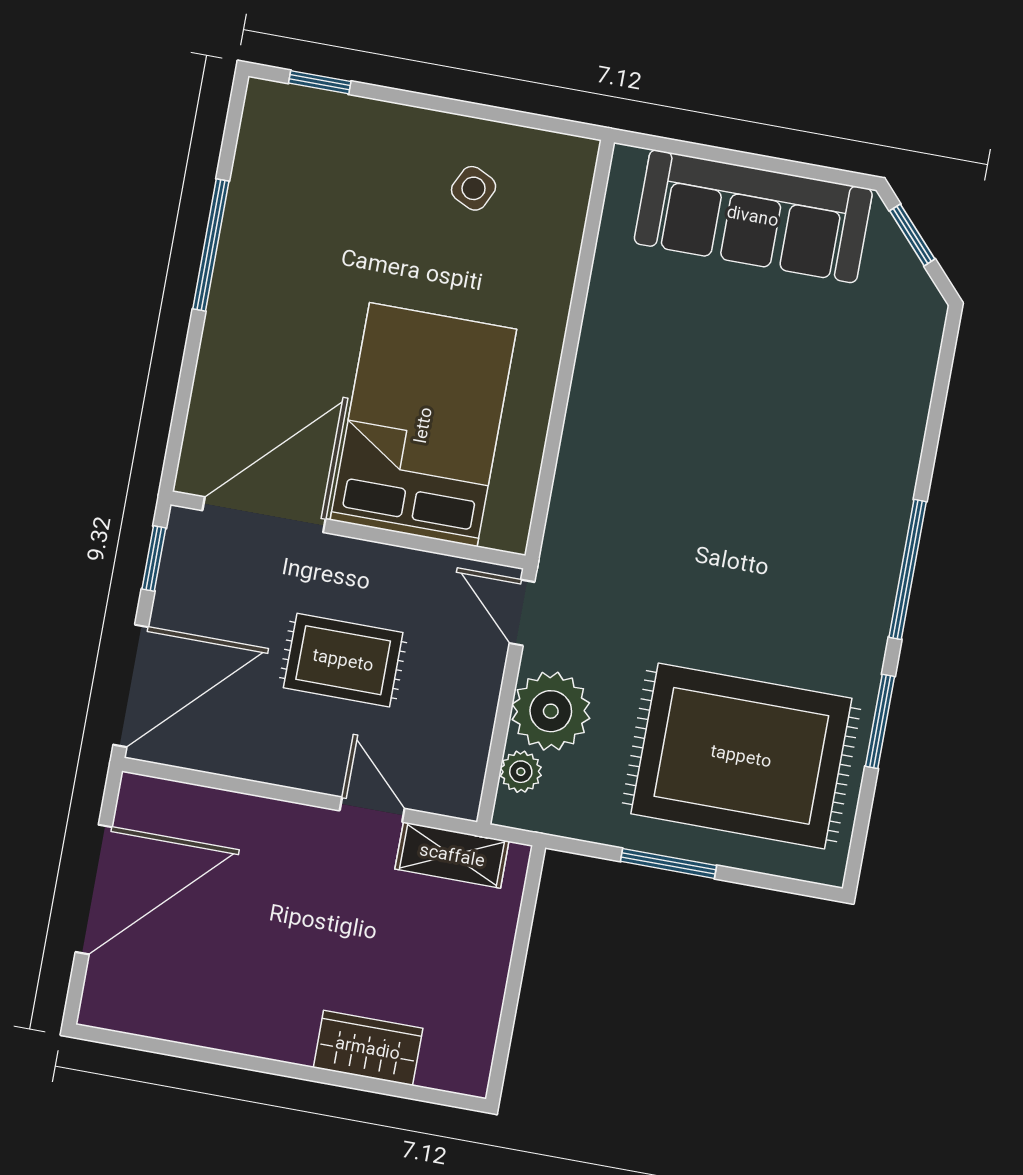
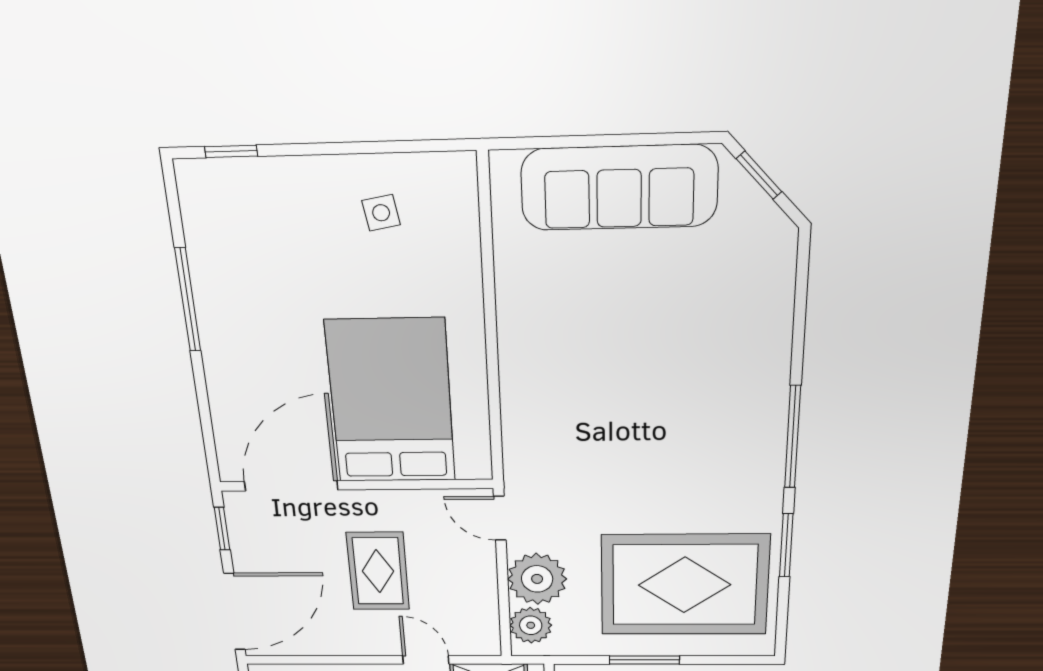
side table: (474, 188) -> (381, 213), turned -36
rug: (343, 660) -> (378, 571), turned 90
plant: (521, 772) -> (531, 625), width x1.38, depth x1.38

